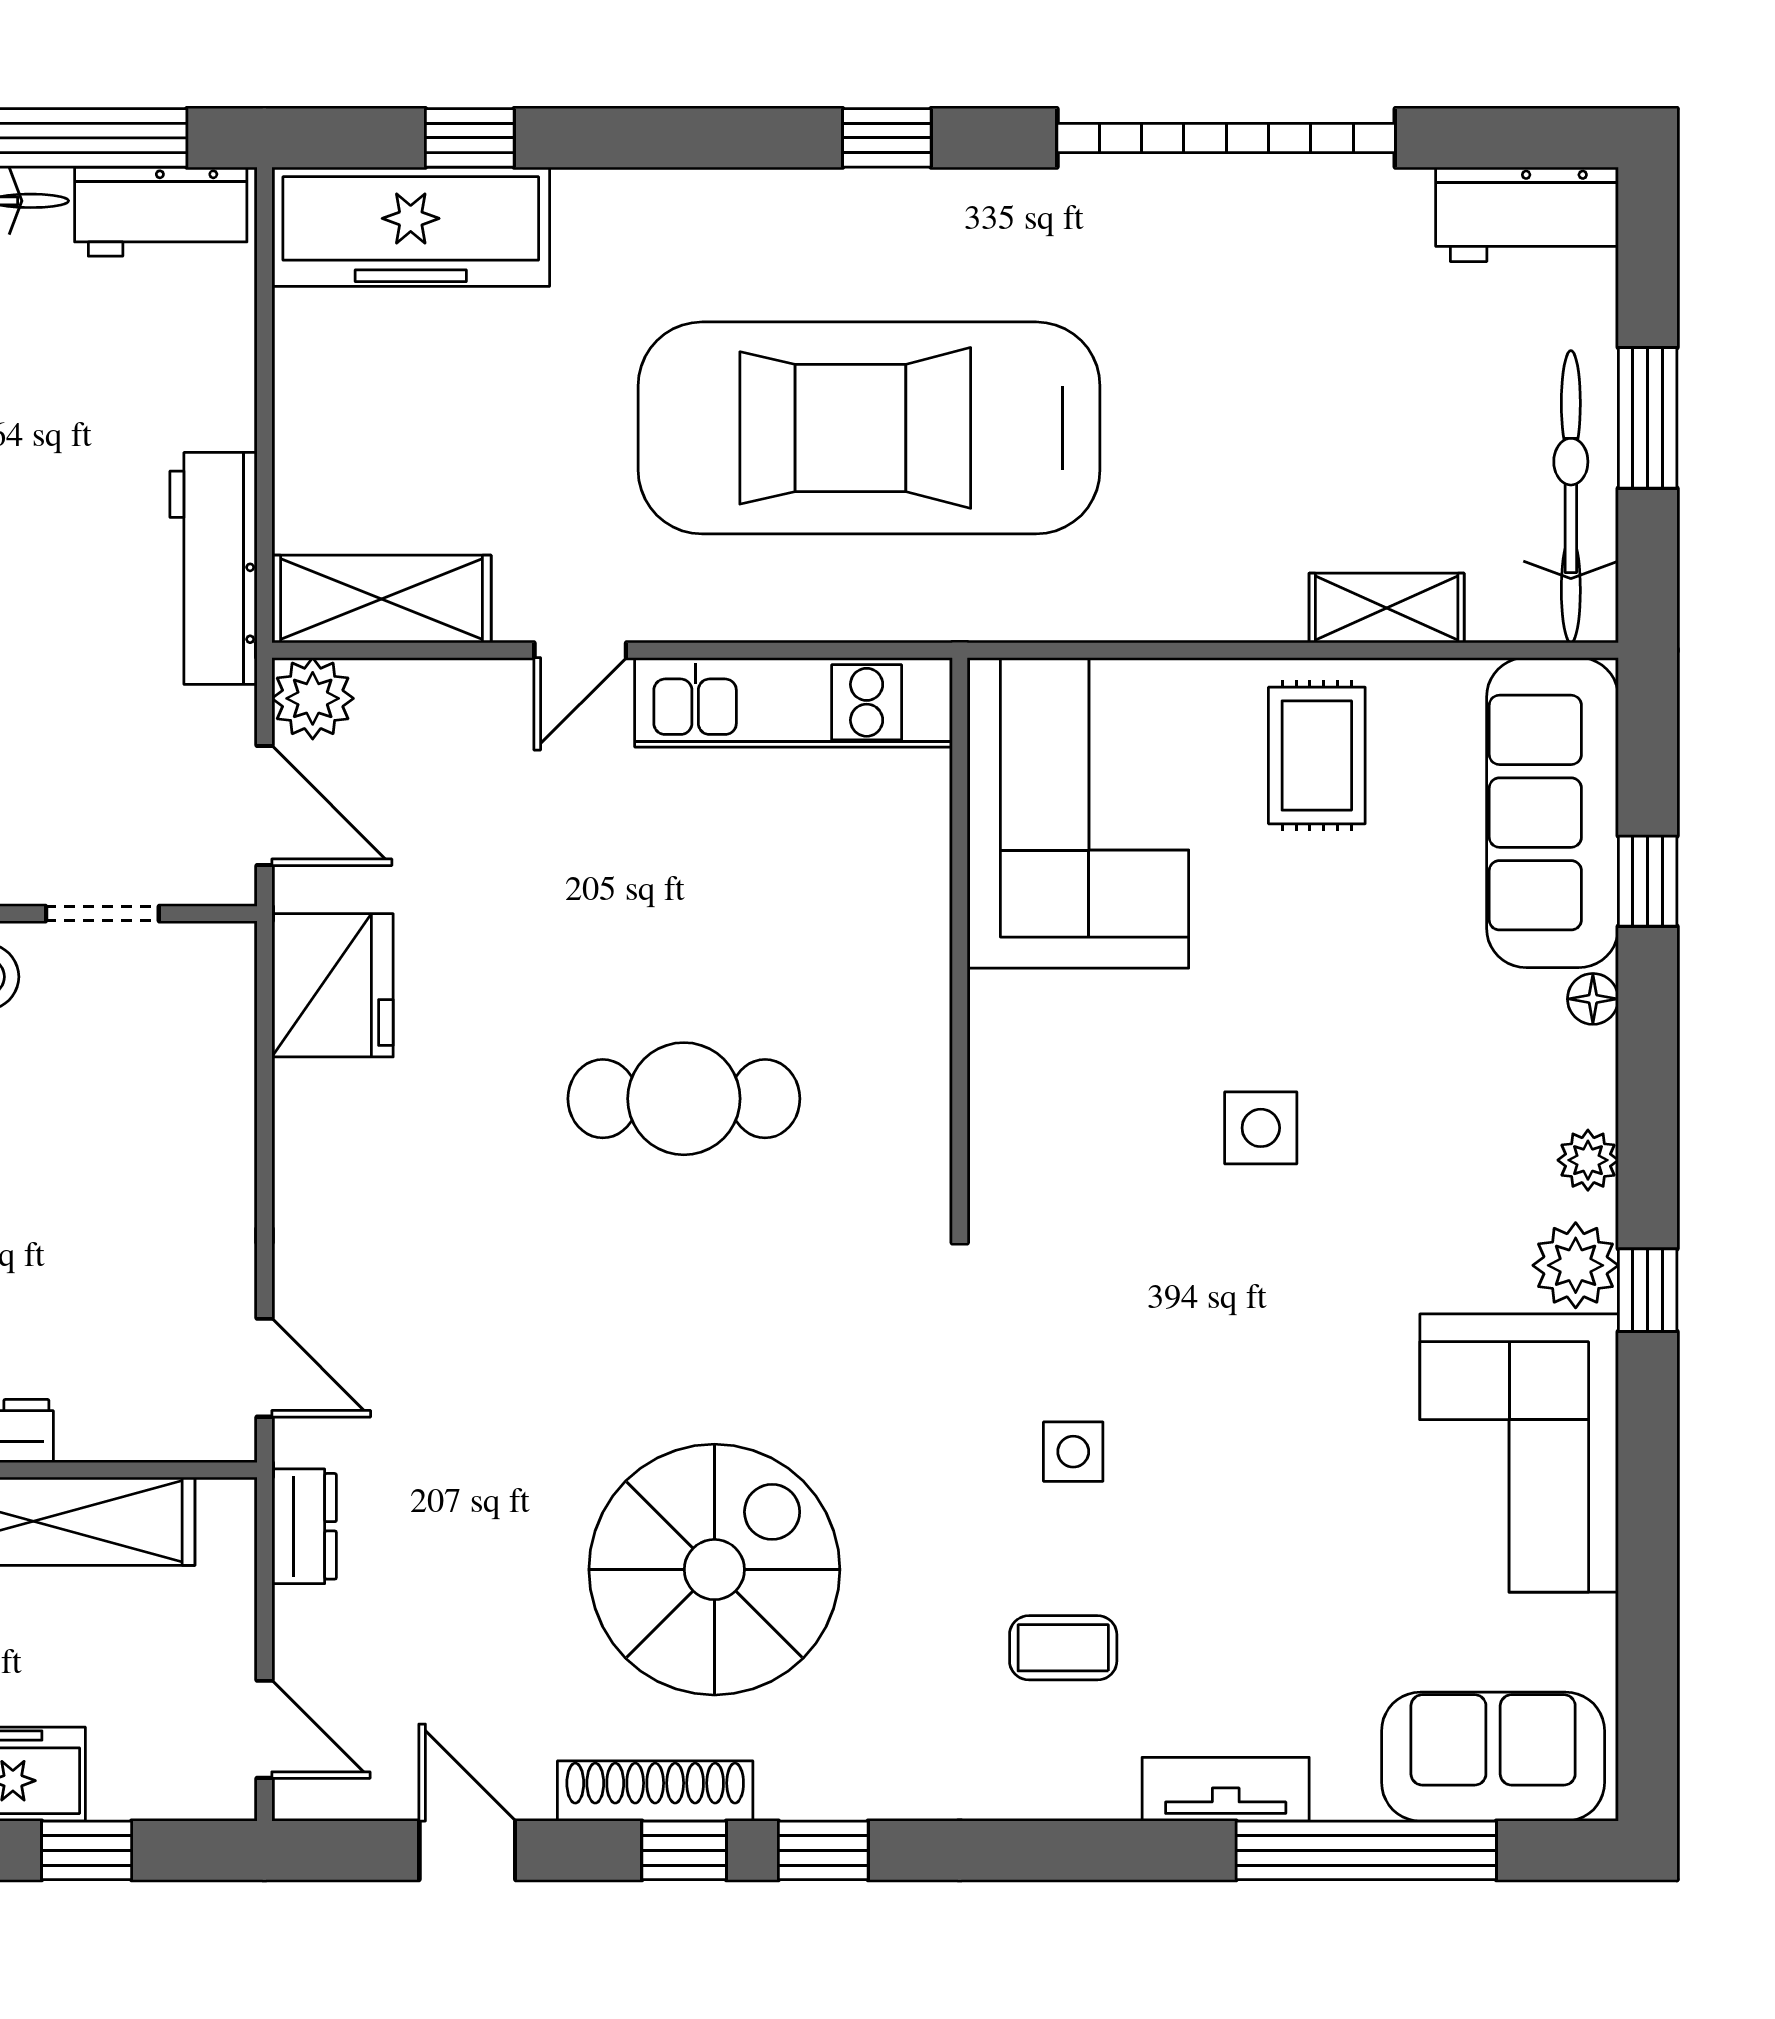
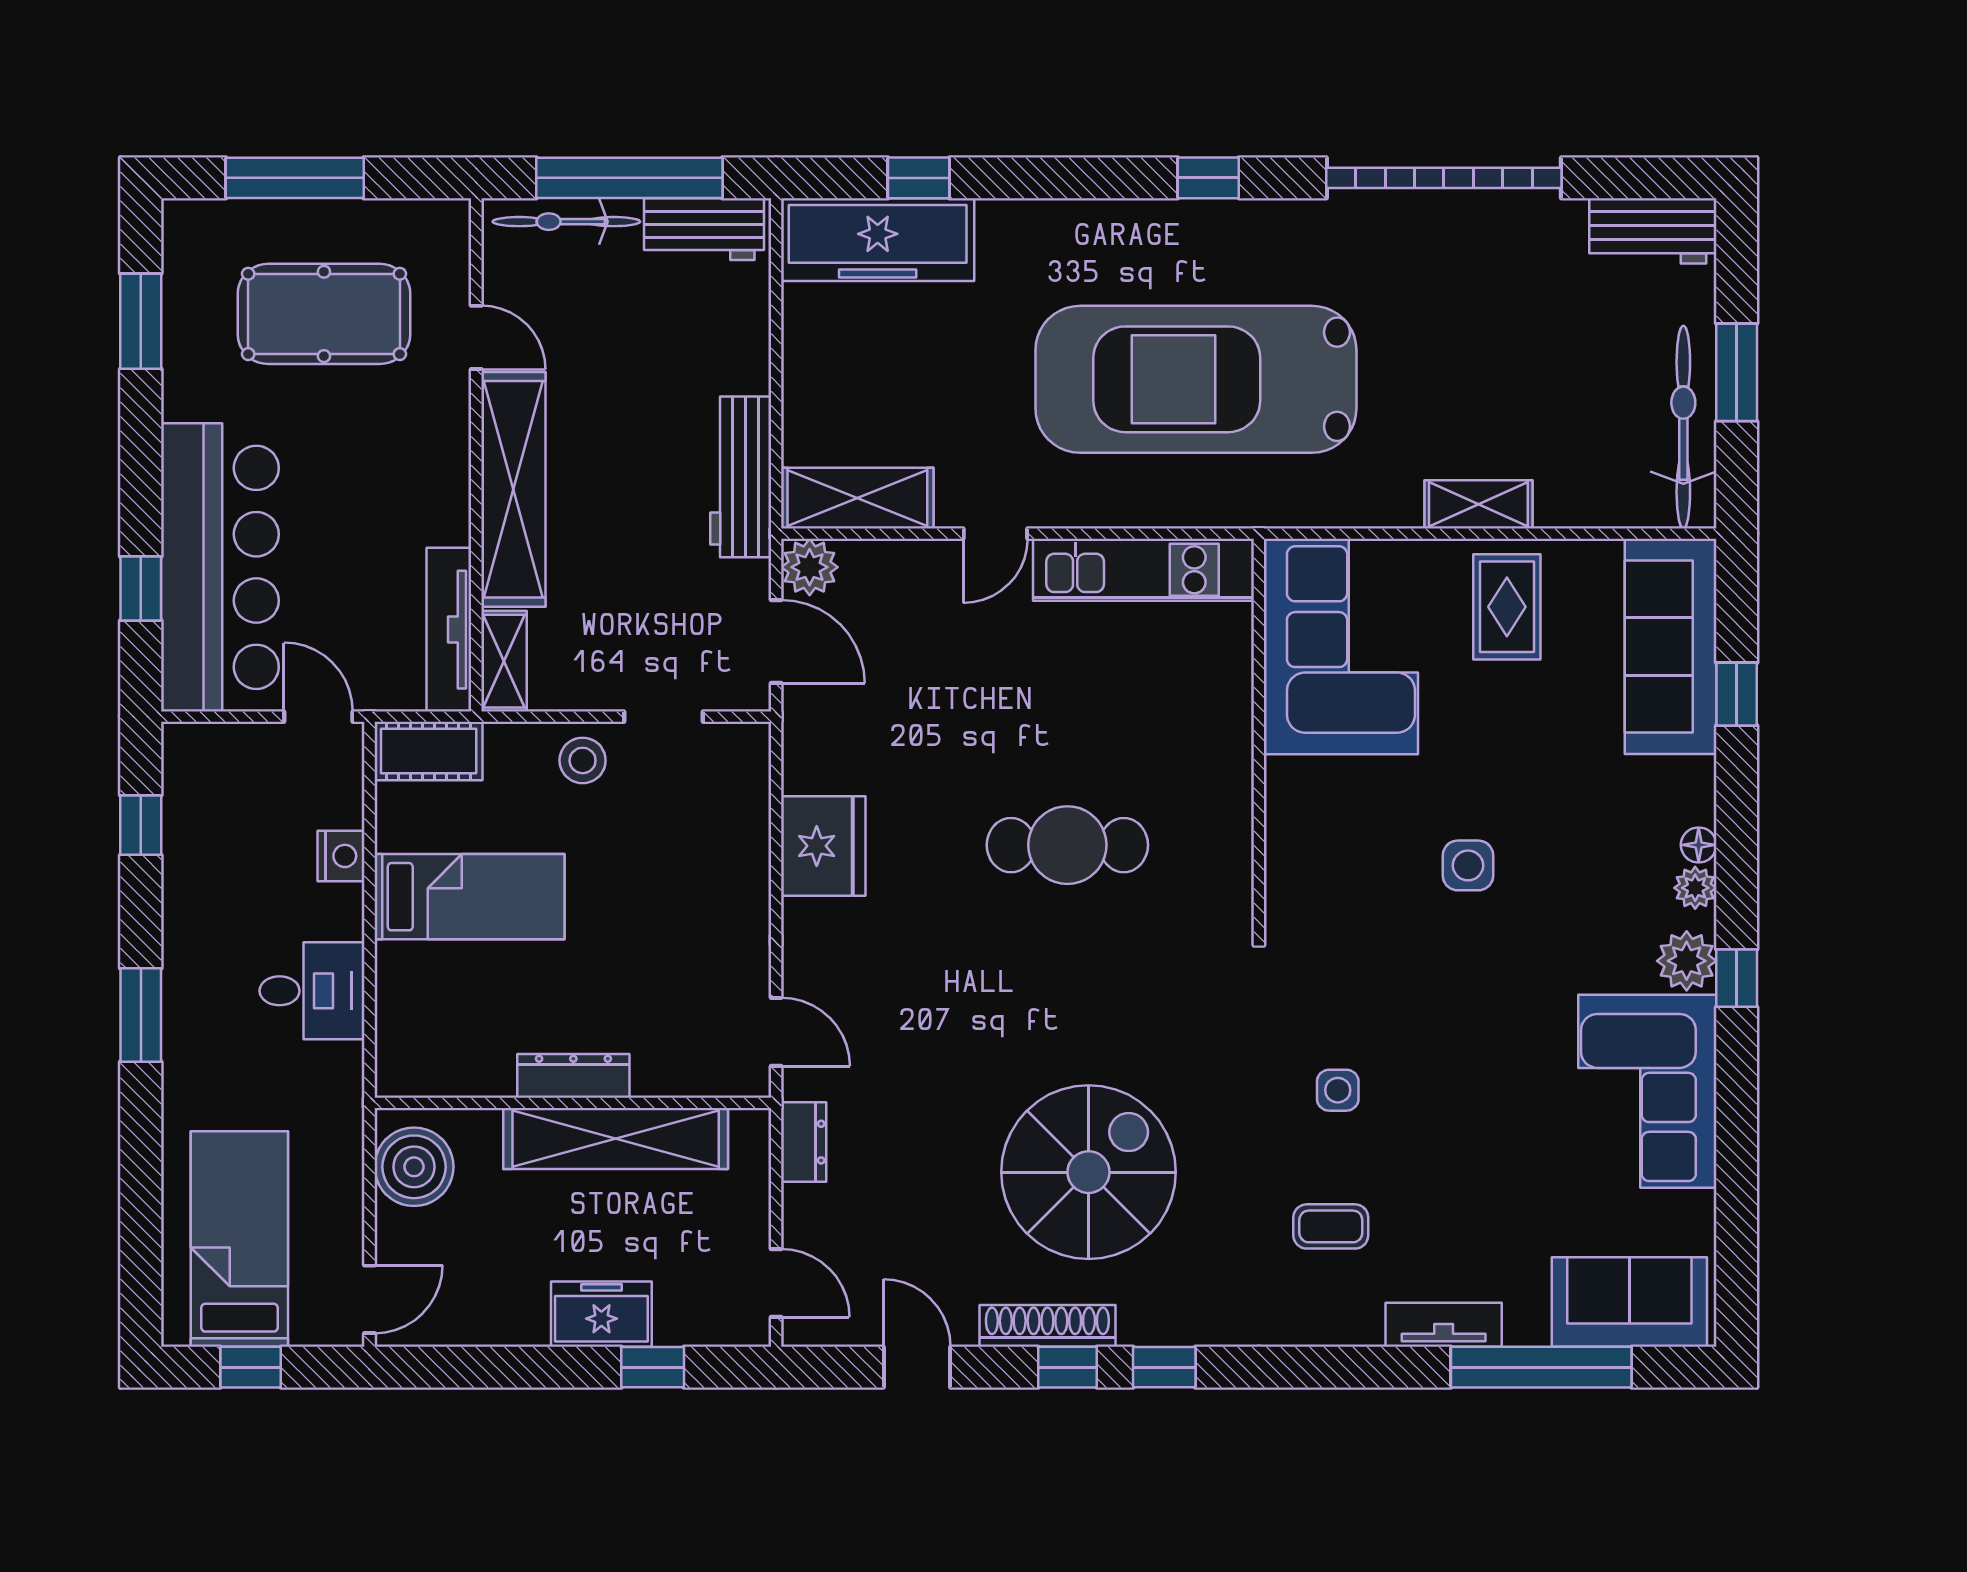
shelving: (1387, 608) -> (1478, 504), moved
fridge: (332, 985) -> (823, 846), moved
floor lamp: (1593, 999) -> (1699, 845), moved

